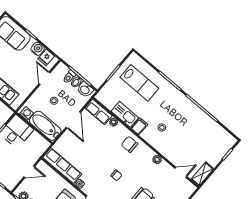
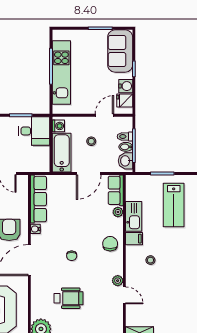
door: (181, 172) -> (124, 295), moved

